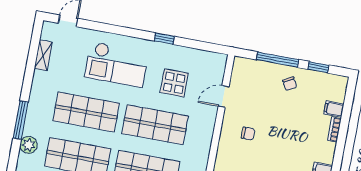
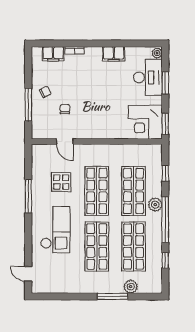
window: (164, 39) -> (28, 196), width x2.17
shelving: (43, 55) -> (59, 288), removed
window: (318, 67) -> (28, 72), removed
filing cabinet: (334, 109) -> (53, 54), width x2.00
chair: (248, 134) -> (65, 109), moved

